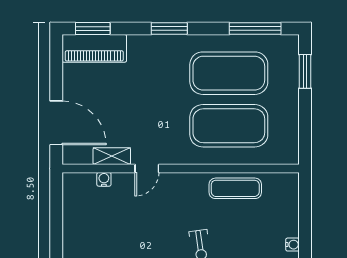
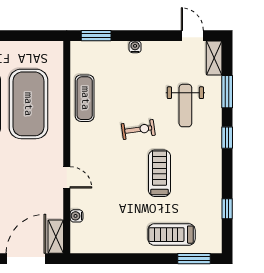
shelving: (112, 156) -> (56, 237), moved
window: (305, 201) -> (96, 36), added

